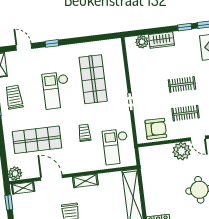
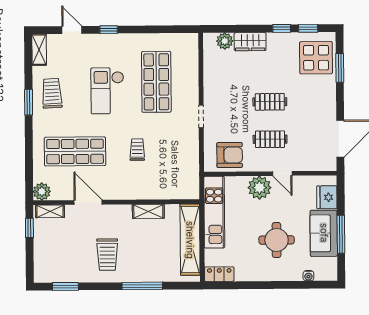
checkout: (116, 147) -> (176, 172), removed
kitchen unit: (149, 174) -> (214, 212), added
shelving: (85, 181) -> (148, 211), moved

